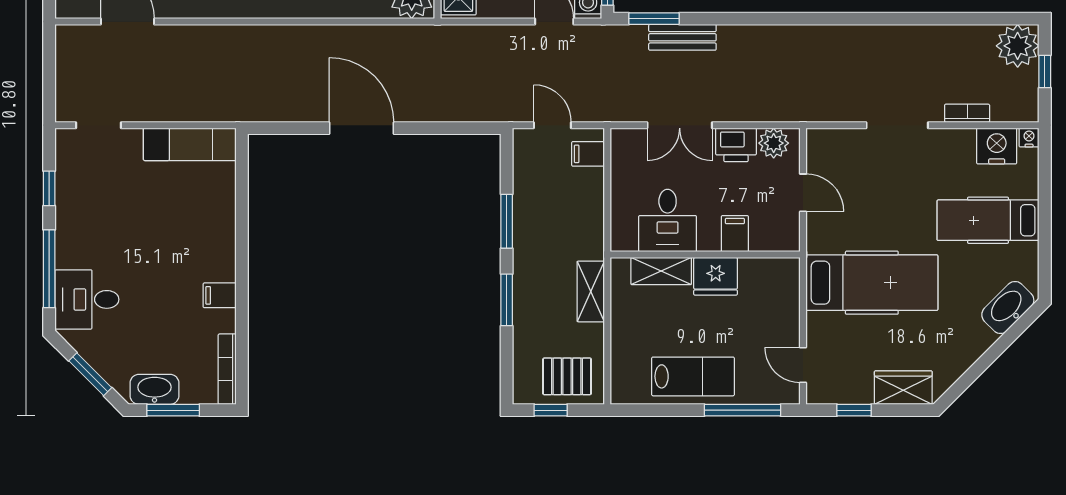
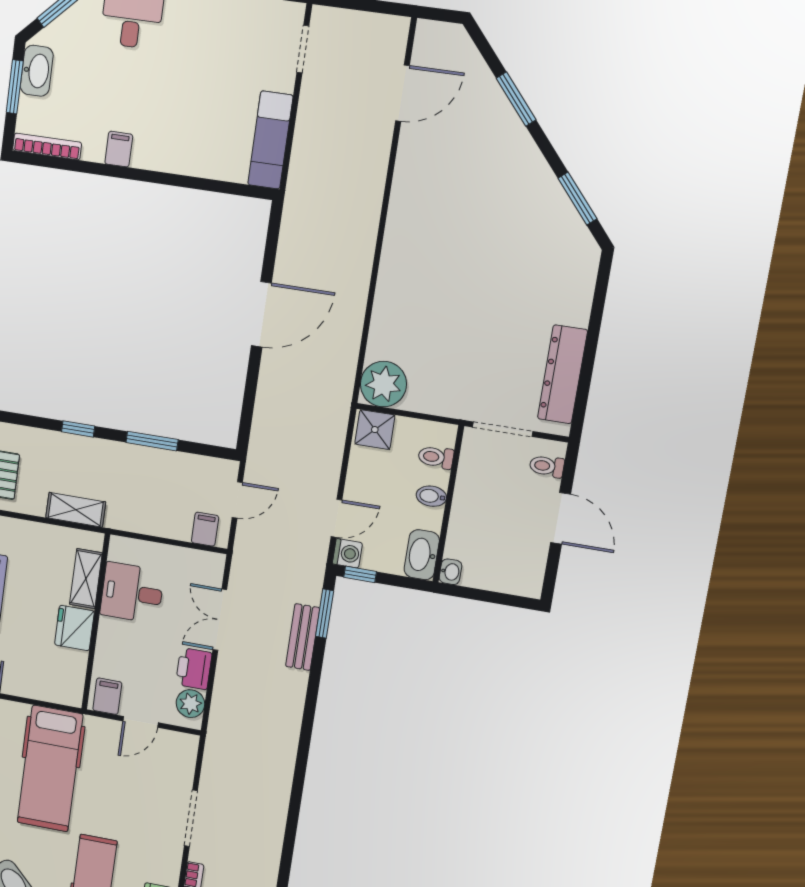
filing cabinet: (735, 234) -> (107, 696), moved, turned -90
window: (507, 300) -> (78, 429), width x0.67

